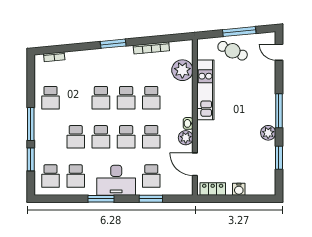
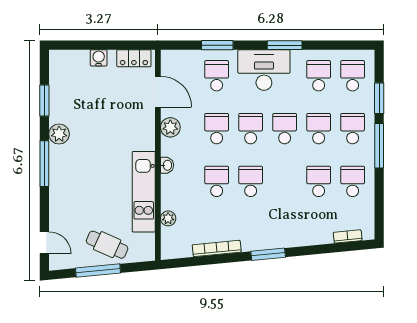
plant: (182, 70) -> (168, 218), width x0.53, depth x0.53
school desk: (101, 98) -> (319, 181), moved
washbasin: (188, 123) -> (167, 165), moved
school desk: (50, 137) -> (353, 129), added

